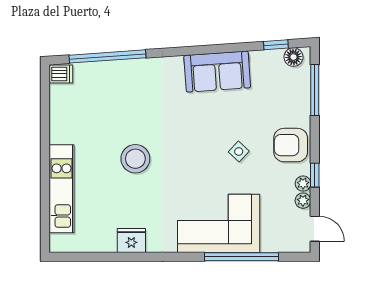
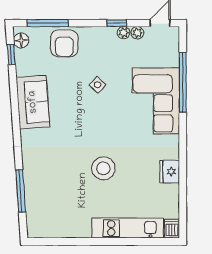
window: (107, 56) -> (21, 191), width x0.68
dishwasher: (61, 74) -> (172, 229), moved
armchair: (291, 145) -> (64, 43), moved

